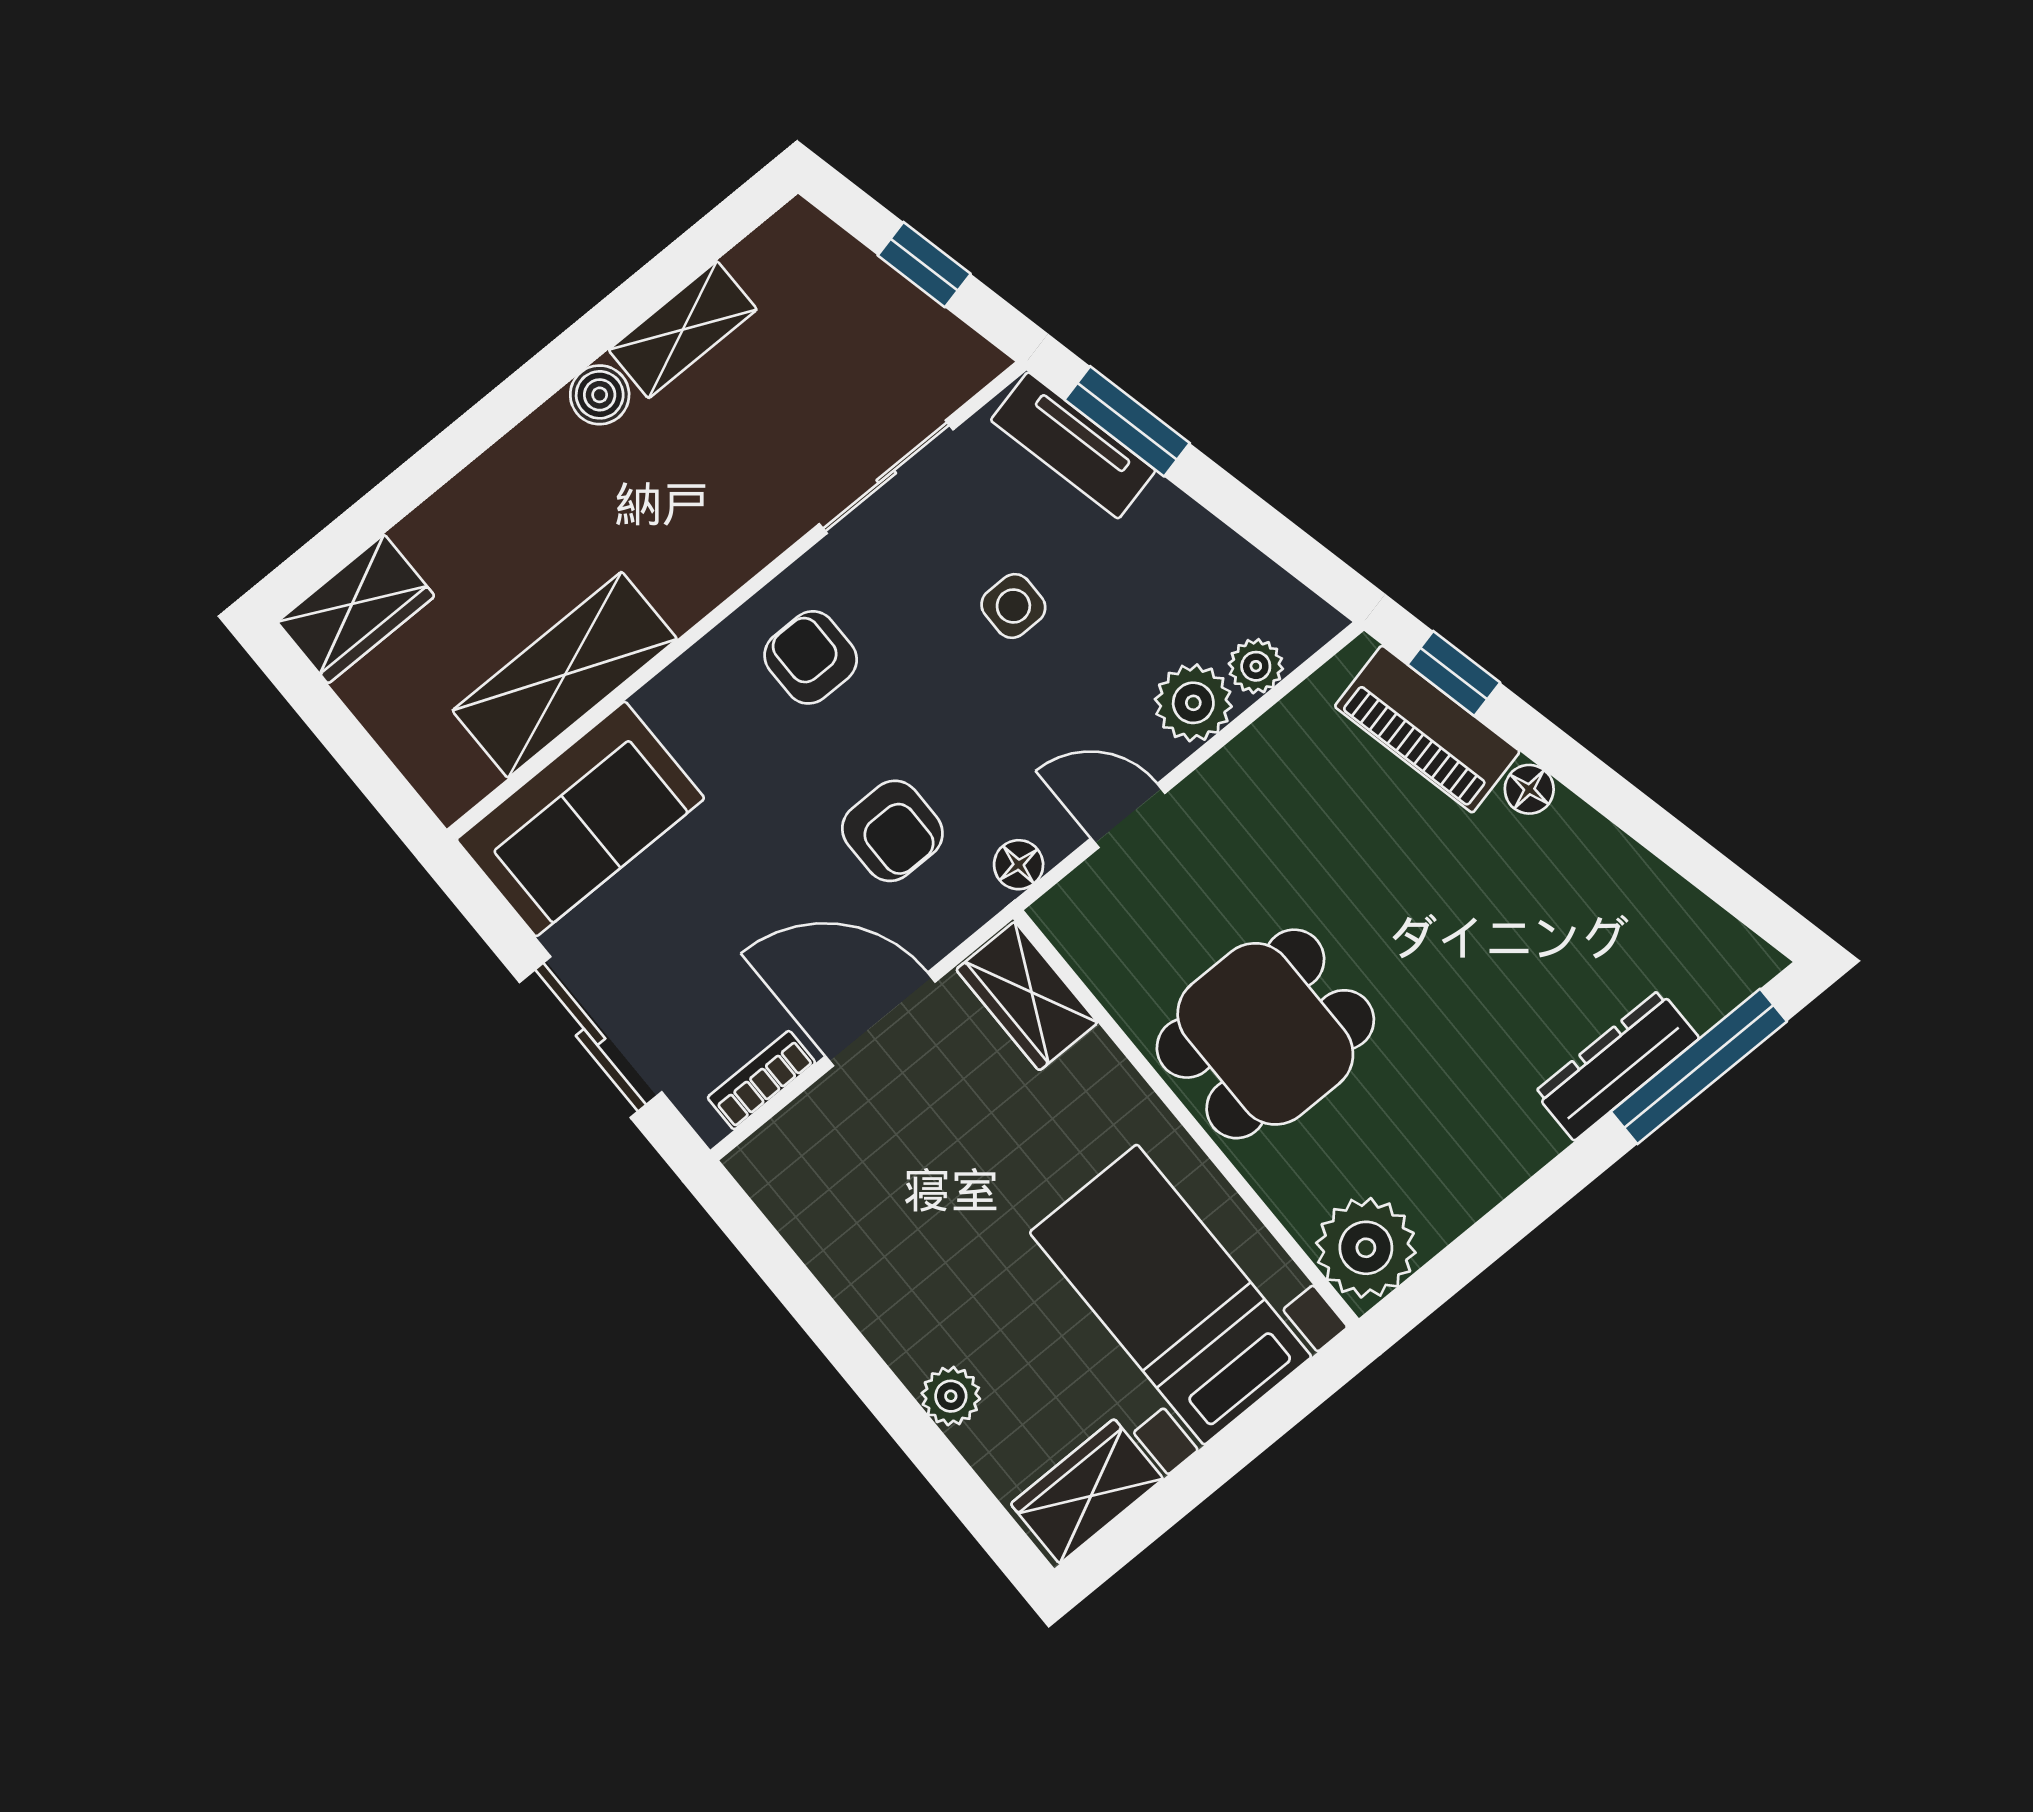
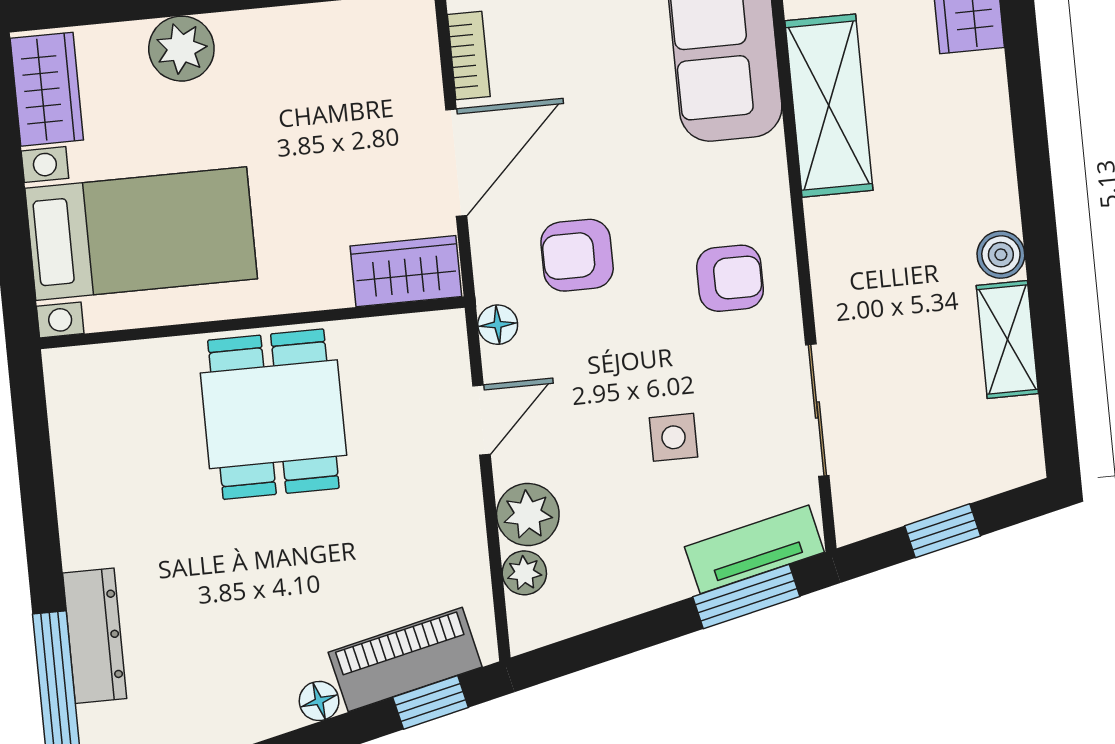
plant: (1366, 1248) -> (85, 386), removed
plant: (951, 1396) -> (181, 49), width x1.38, depth x1.38

